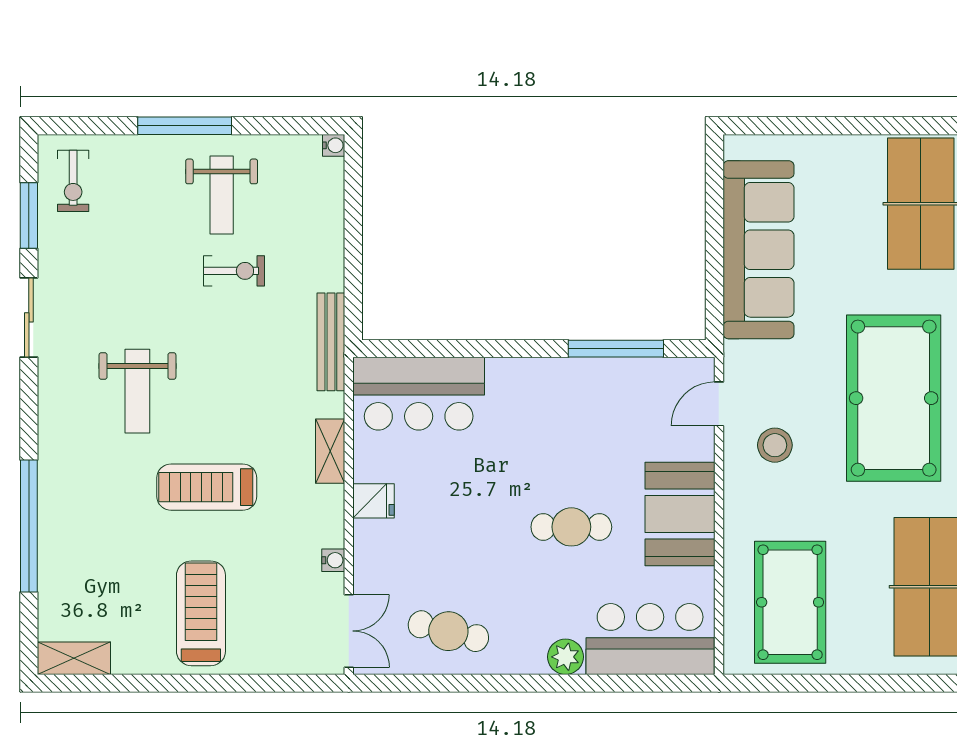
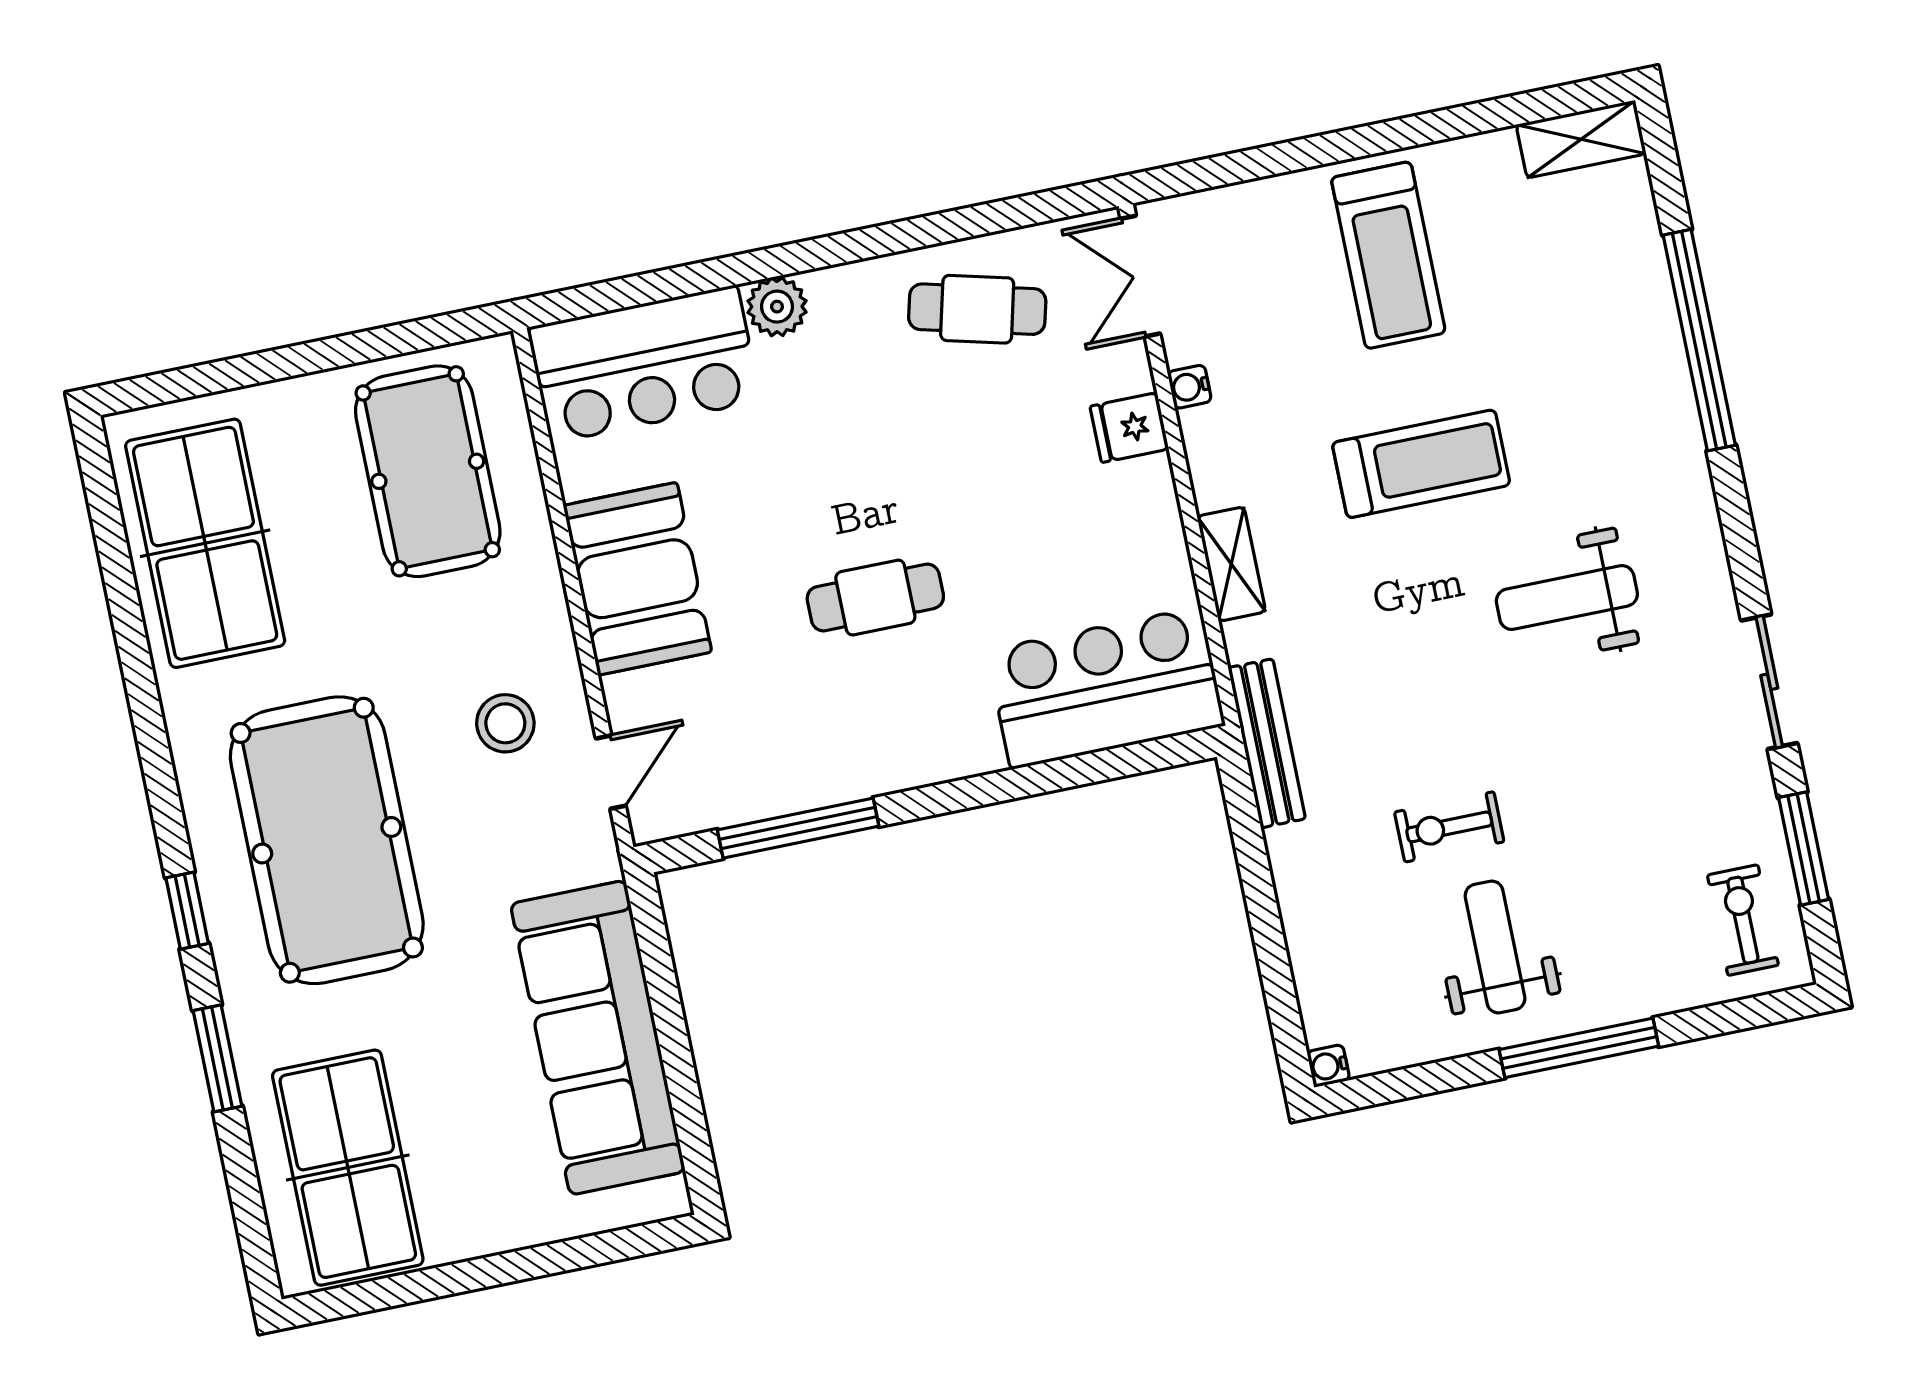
weight bench: (137, 391) -> (1567, 598), turned -90
fridge: (373, 501) -> (1129, 428), moved
cafe table: (571, 527) -> (875, 598), moved

